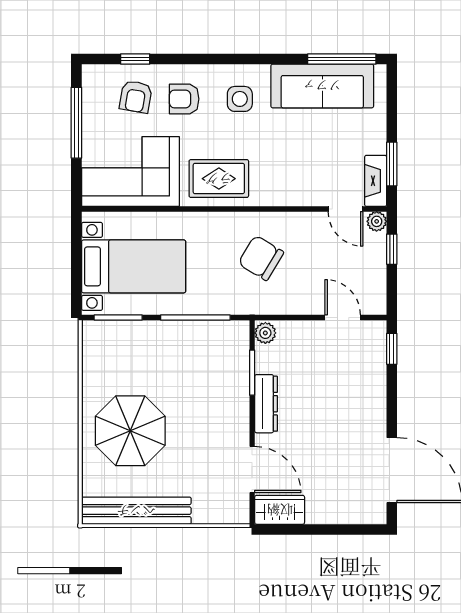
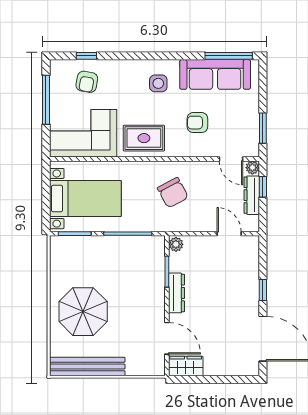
armchair: (184, 99) -> (197, 123), moved
fireplace: (376, 181) -> (252, 140), removed
chair: (261, 258) -> (173, 193), turned -149
dresser: (376, 261) -> (252, 195), added
window: (392, 349) -> (263, 290), moved

